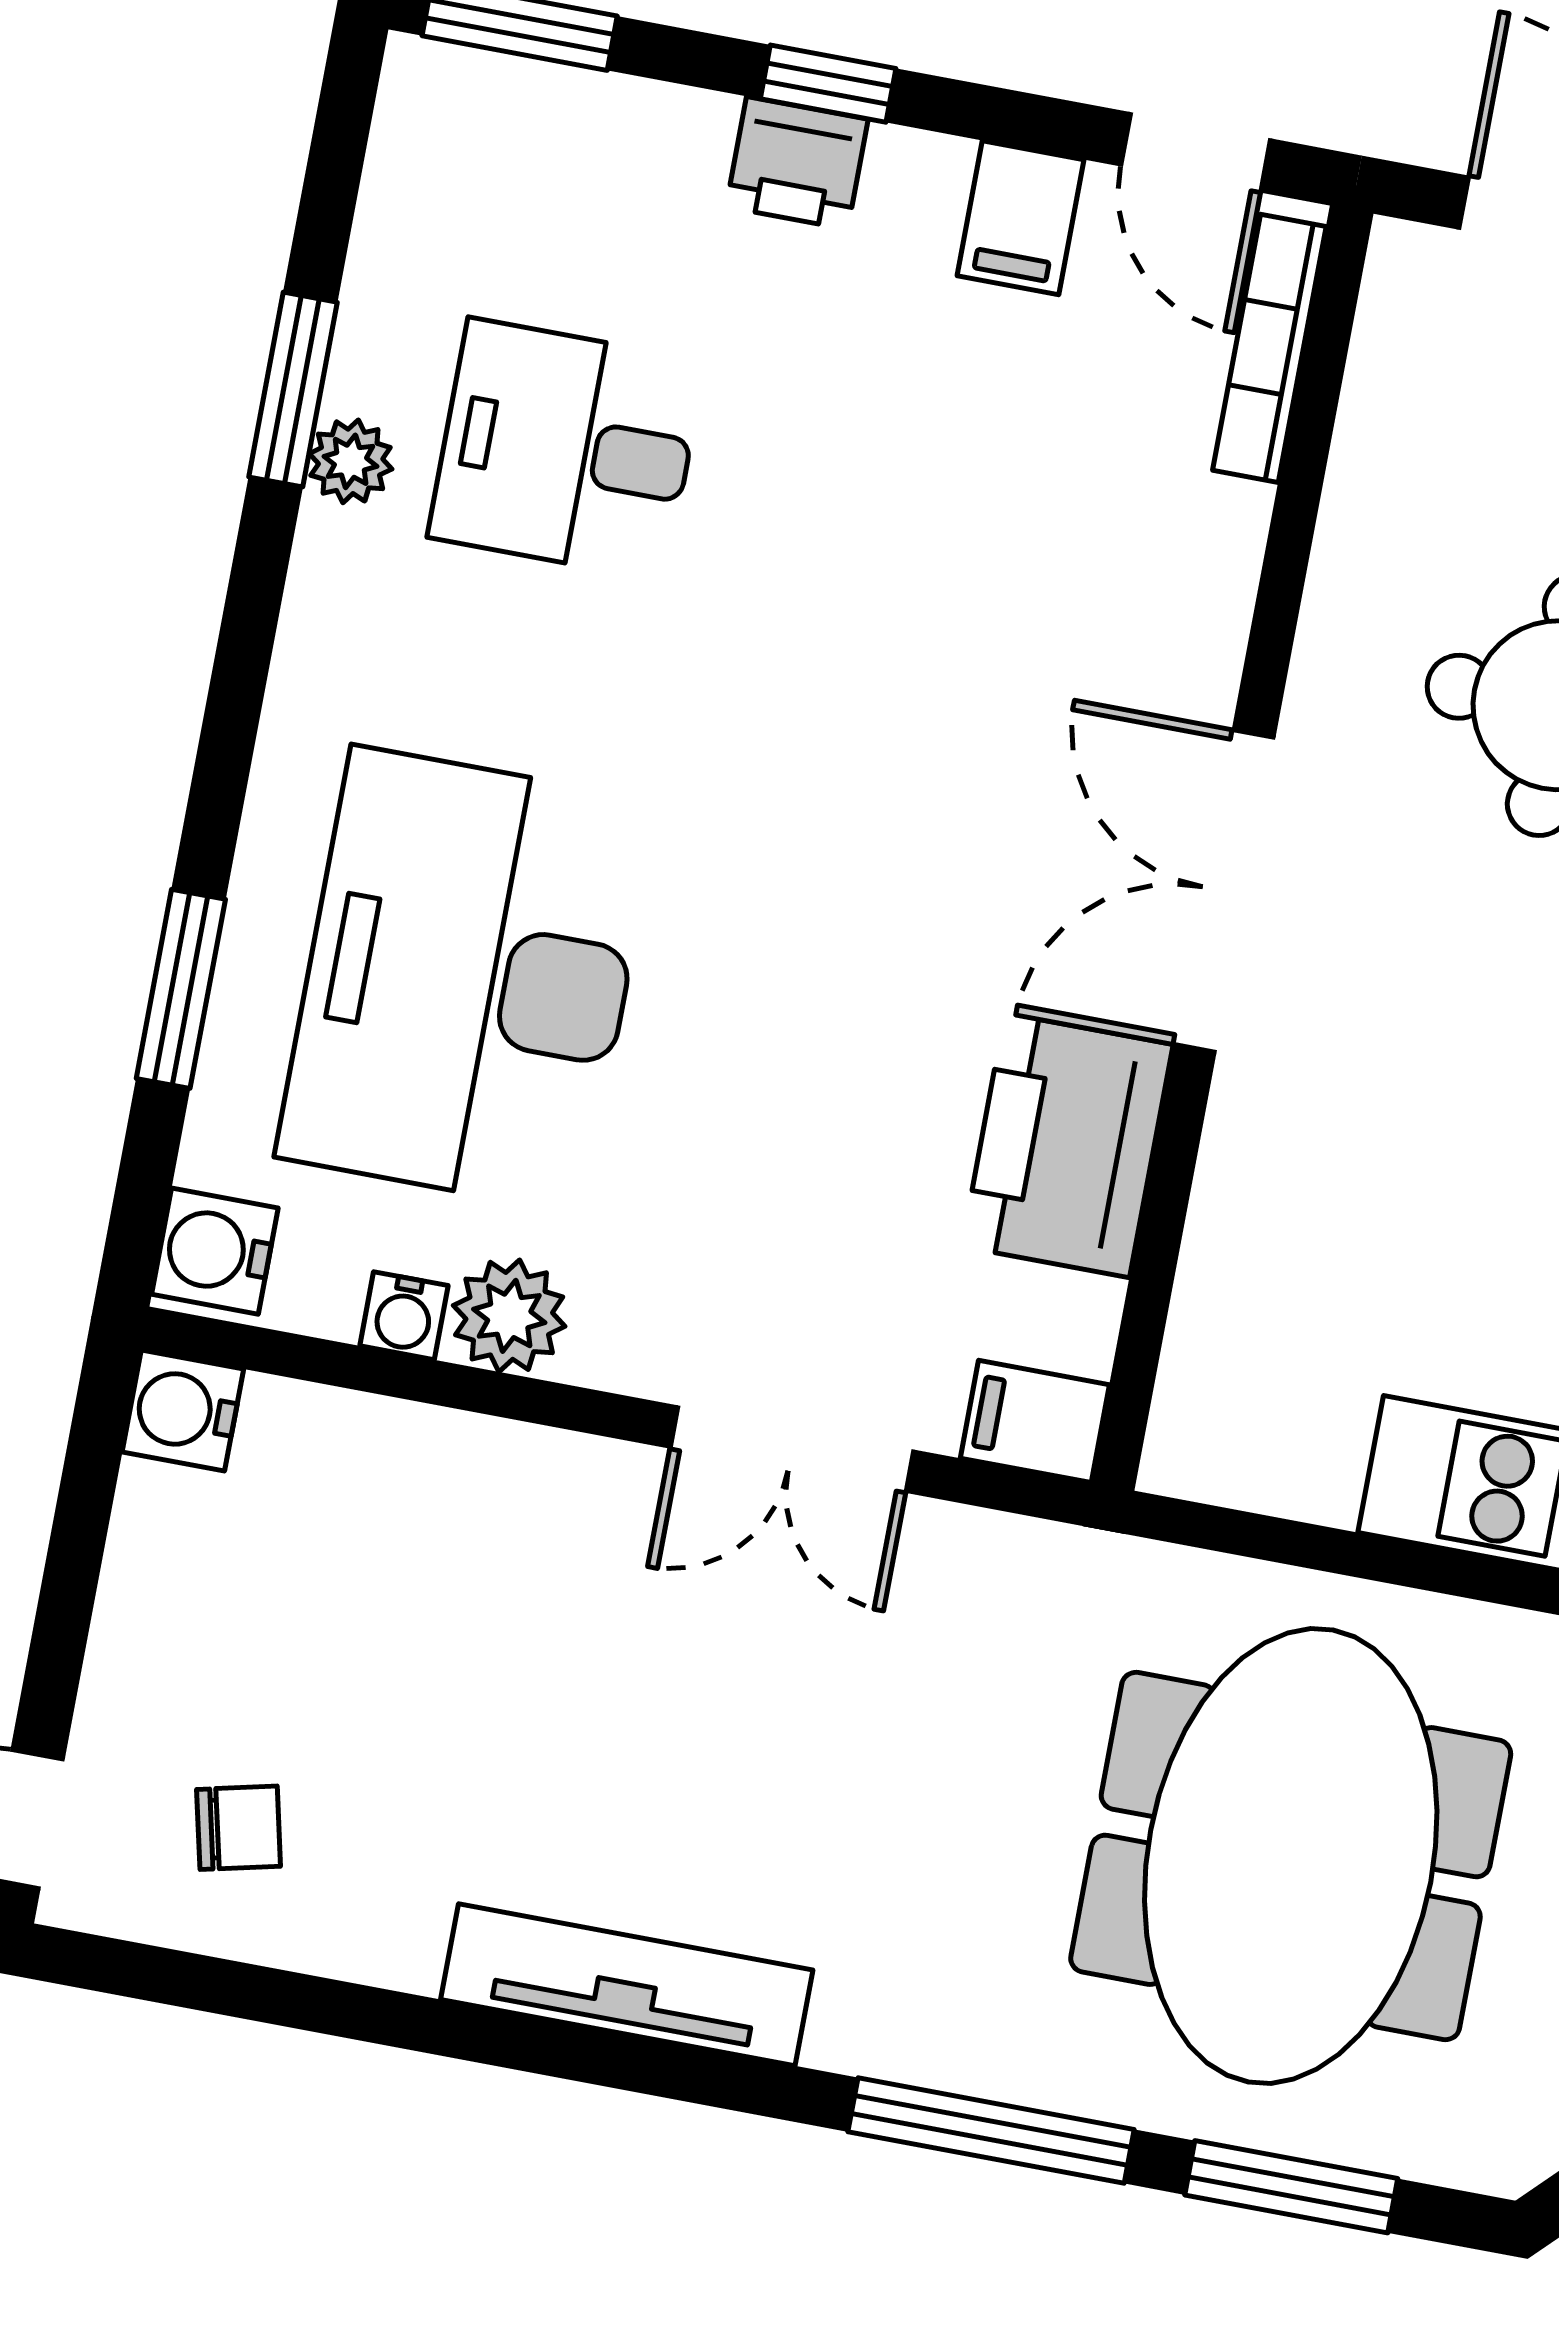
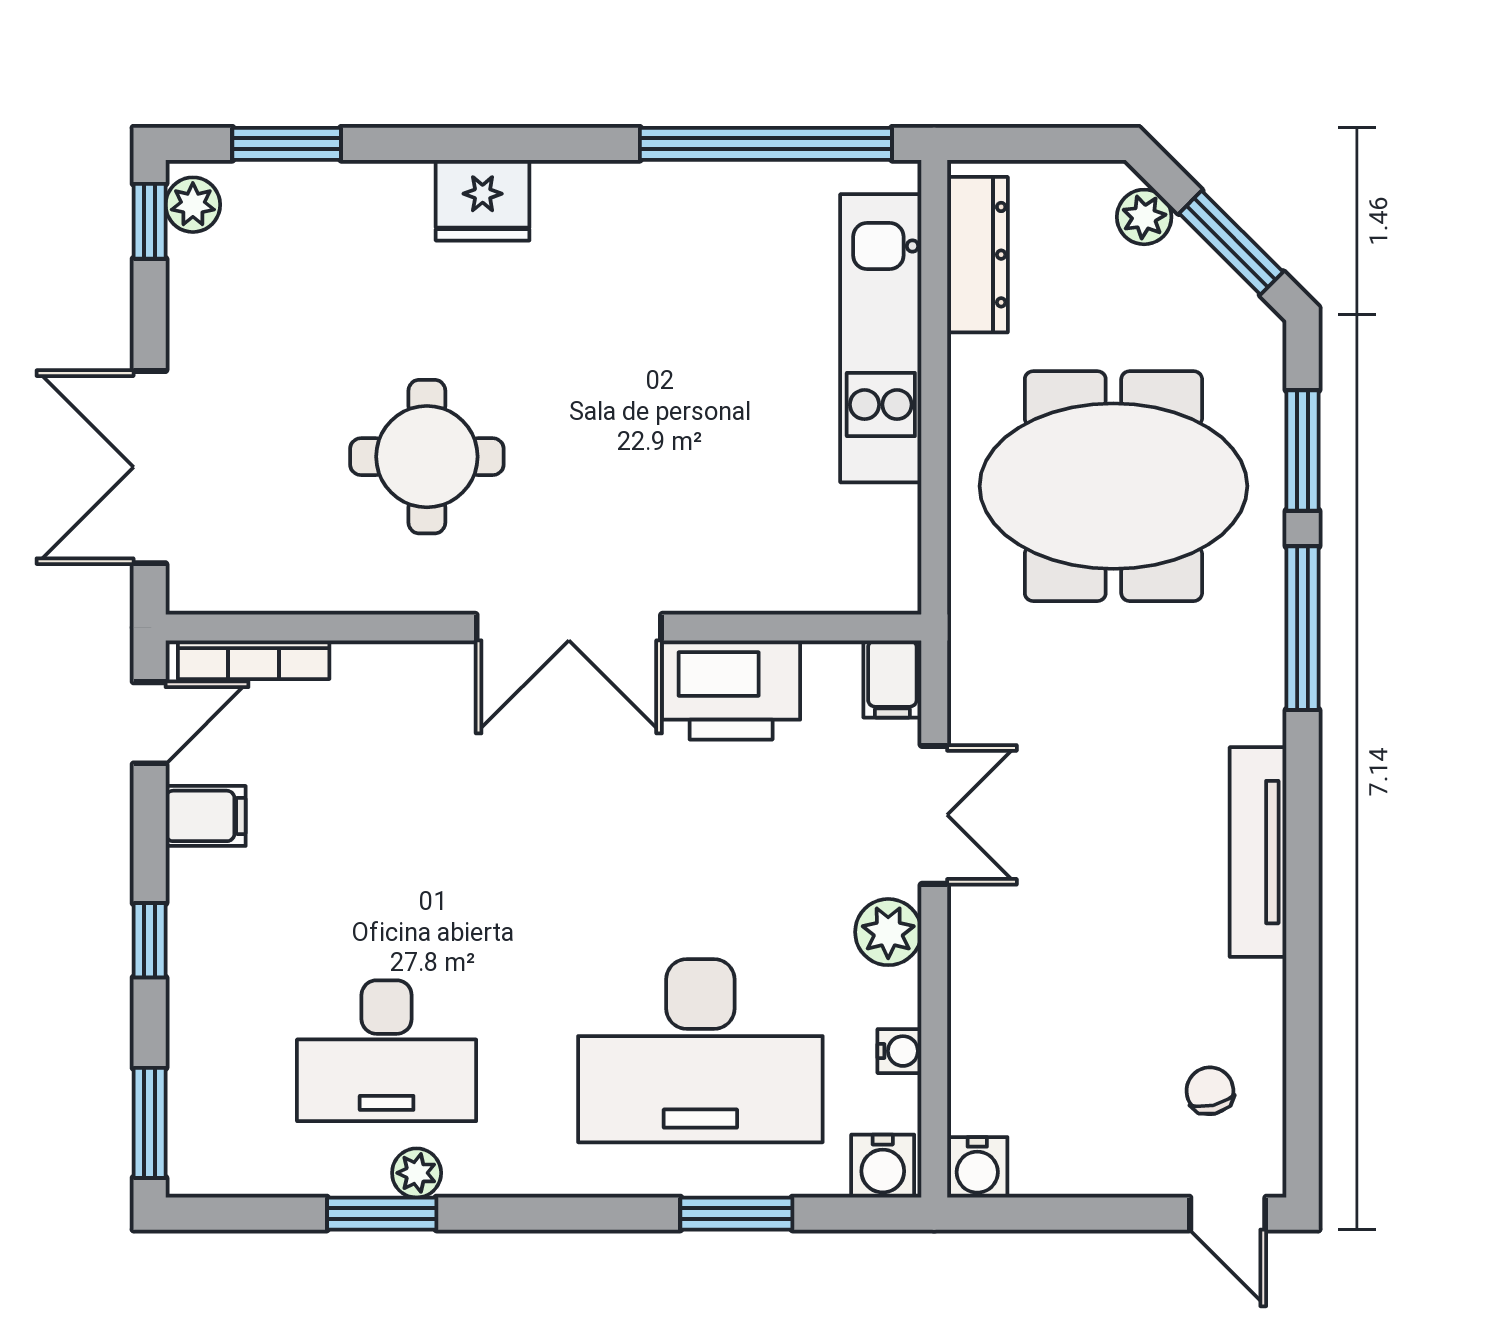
printer: (797, 163) -> (198, 950), removed
desk: (567, 449) -> (387, 1051), width x1.37
plant: (509, 1316) -> (888, 932), moved

